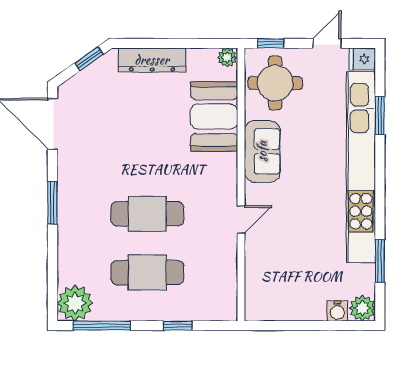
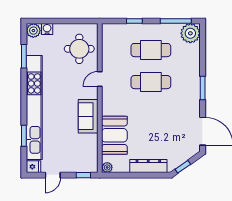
round table: (275, 83) -> (79, 49), moved

